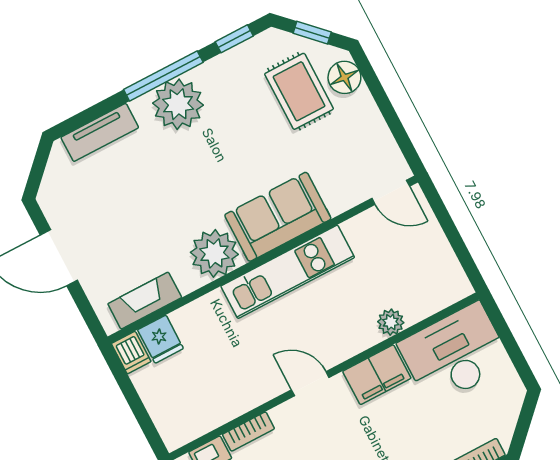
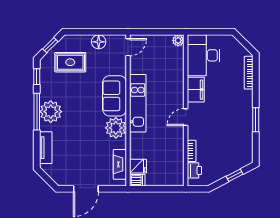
floor lamp: (344, 77) -> (99, 42), moved
plant: (391, 322) -> (178, 40), moved

